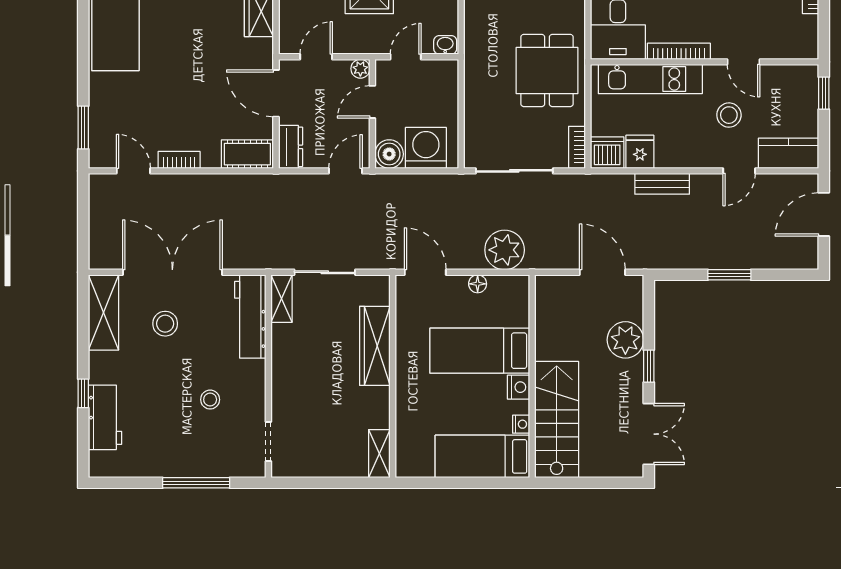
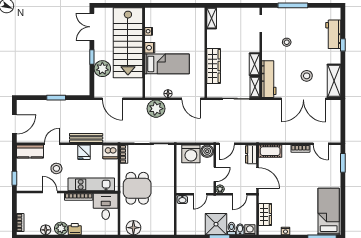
fridge: (640, 152) -> (84, 152), moved
bench: (662, 184) -> (86, 138), width x1.36
shelving: (282, 350) -> (255, 64), added
stairs: (557, 419) -> (128, 43), width x1.36, depth x1.51
bed: (482, 456) -> (166, 17), removed

